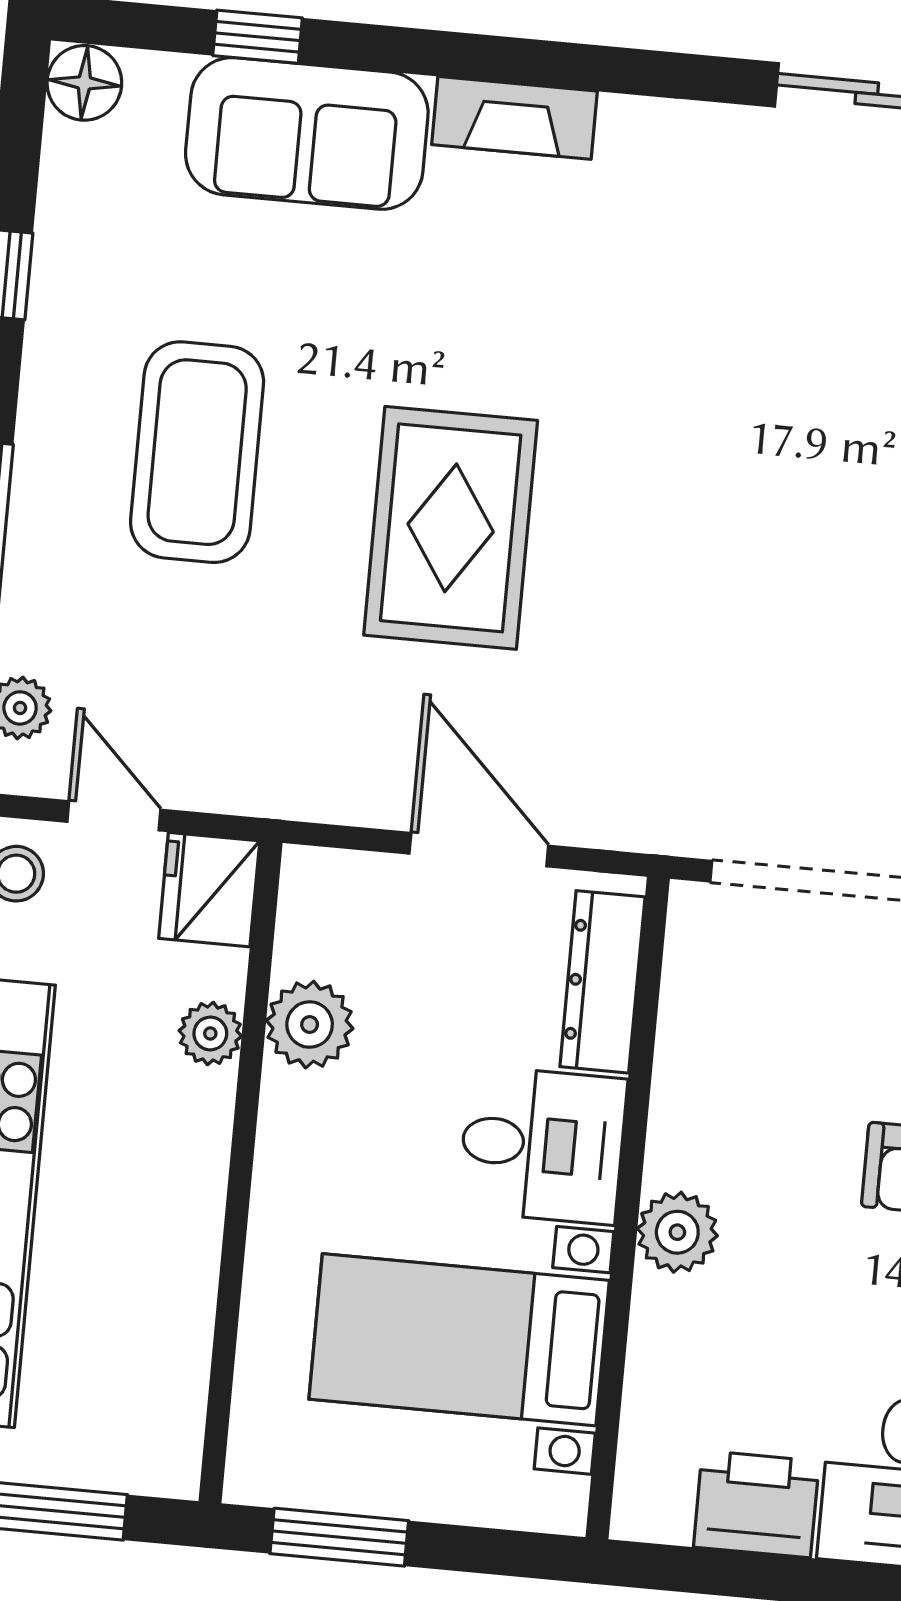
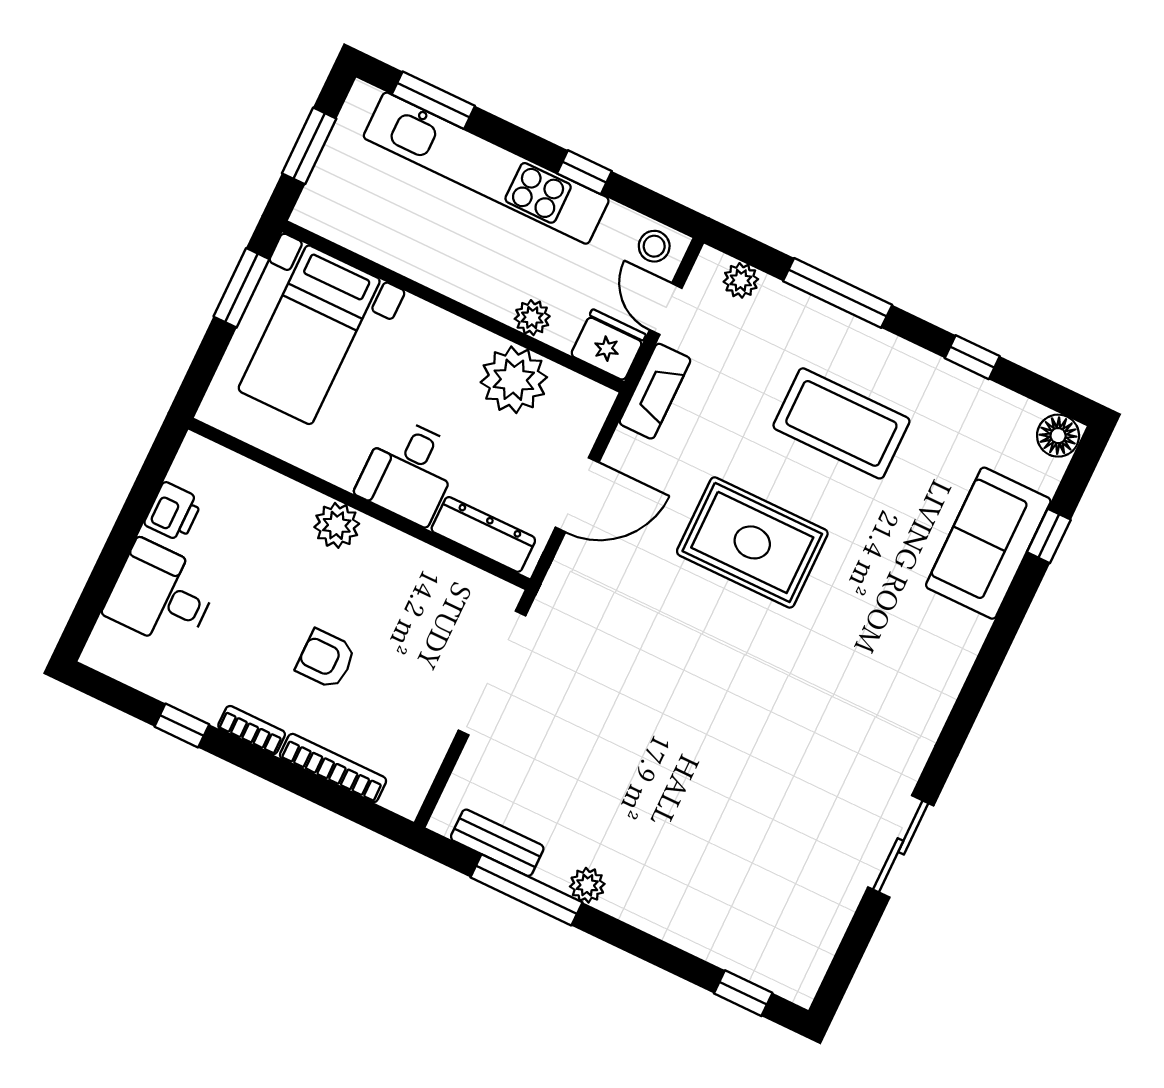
fireplace: (514, 118) -> (655, 391), moved, turned 180
door: (114, 816) -> (666, 309), swing flipped
plant: (310, 1025) -> (514, 380), width x1.36, depth x1.36
bed with nightstands: (459, 1340) -> (309, 335), moved, turned 180
printer: (756, 1504) -> (173, 512), width x0.73, depth x0.81

